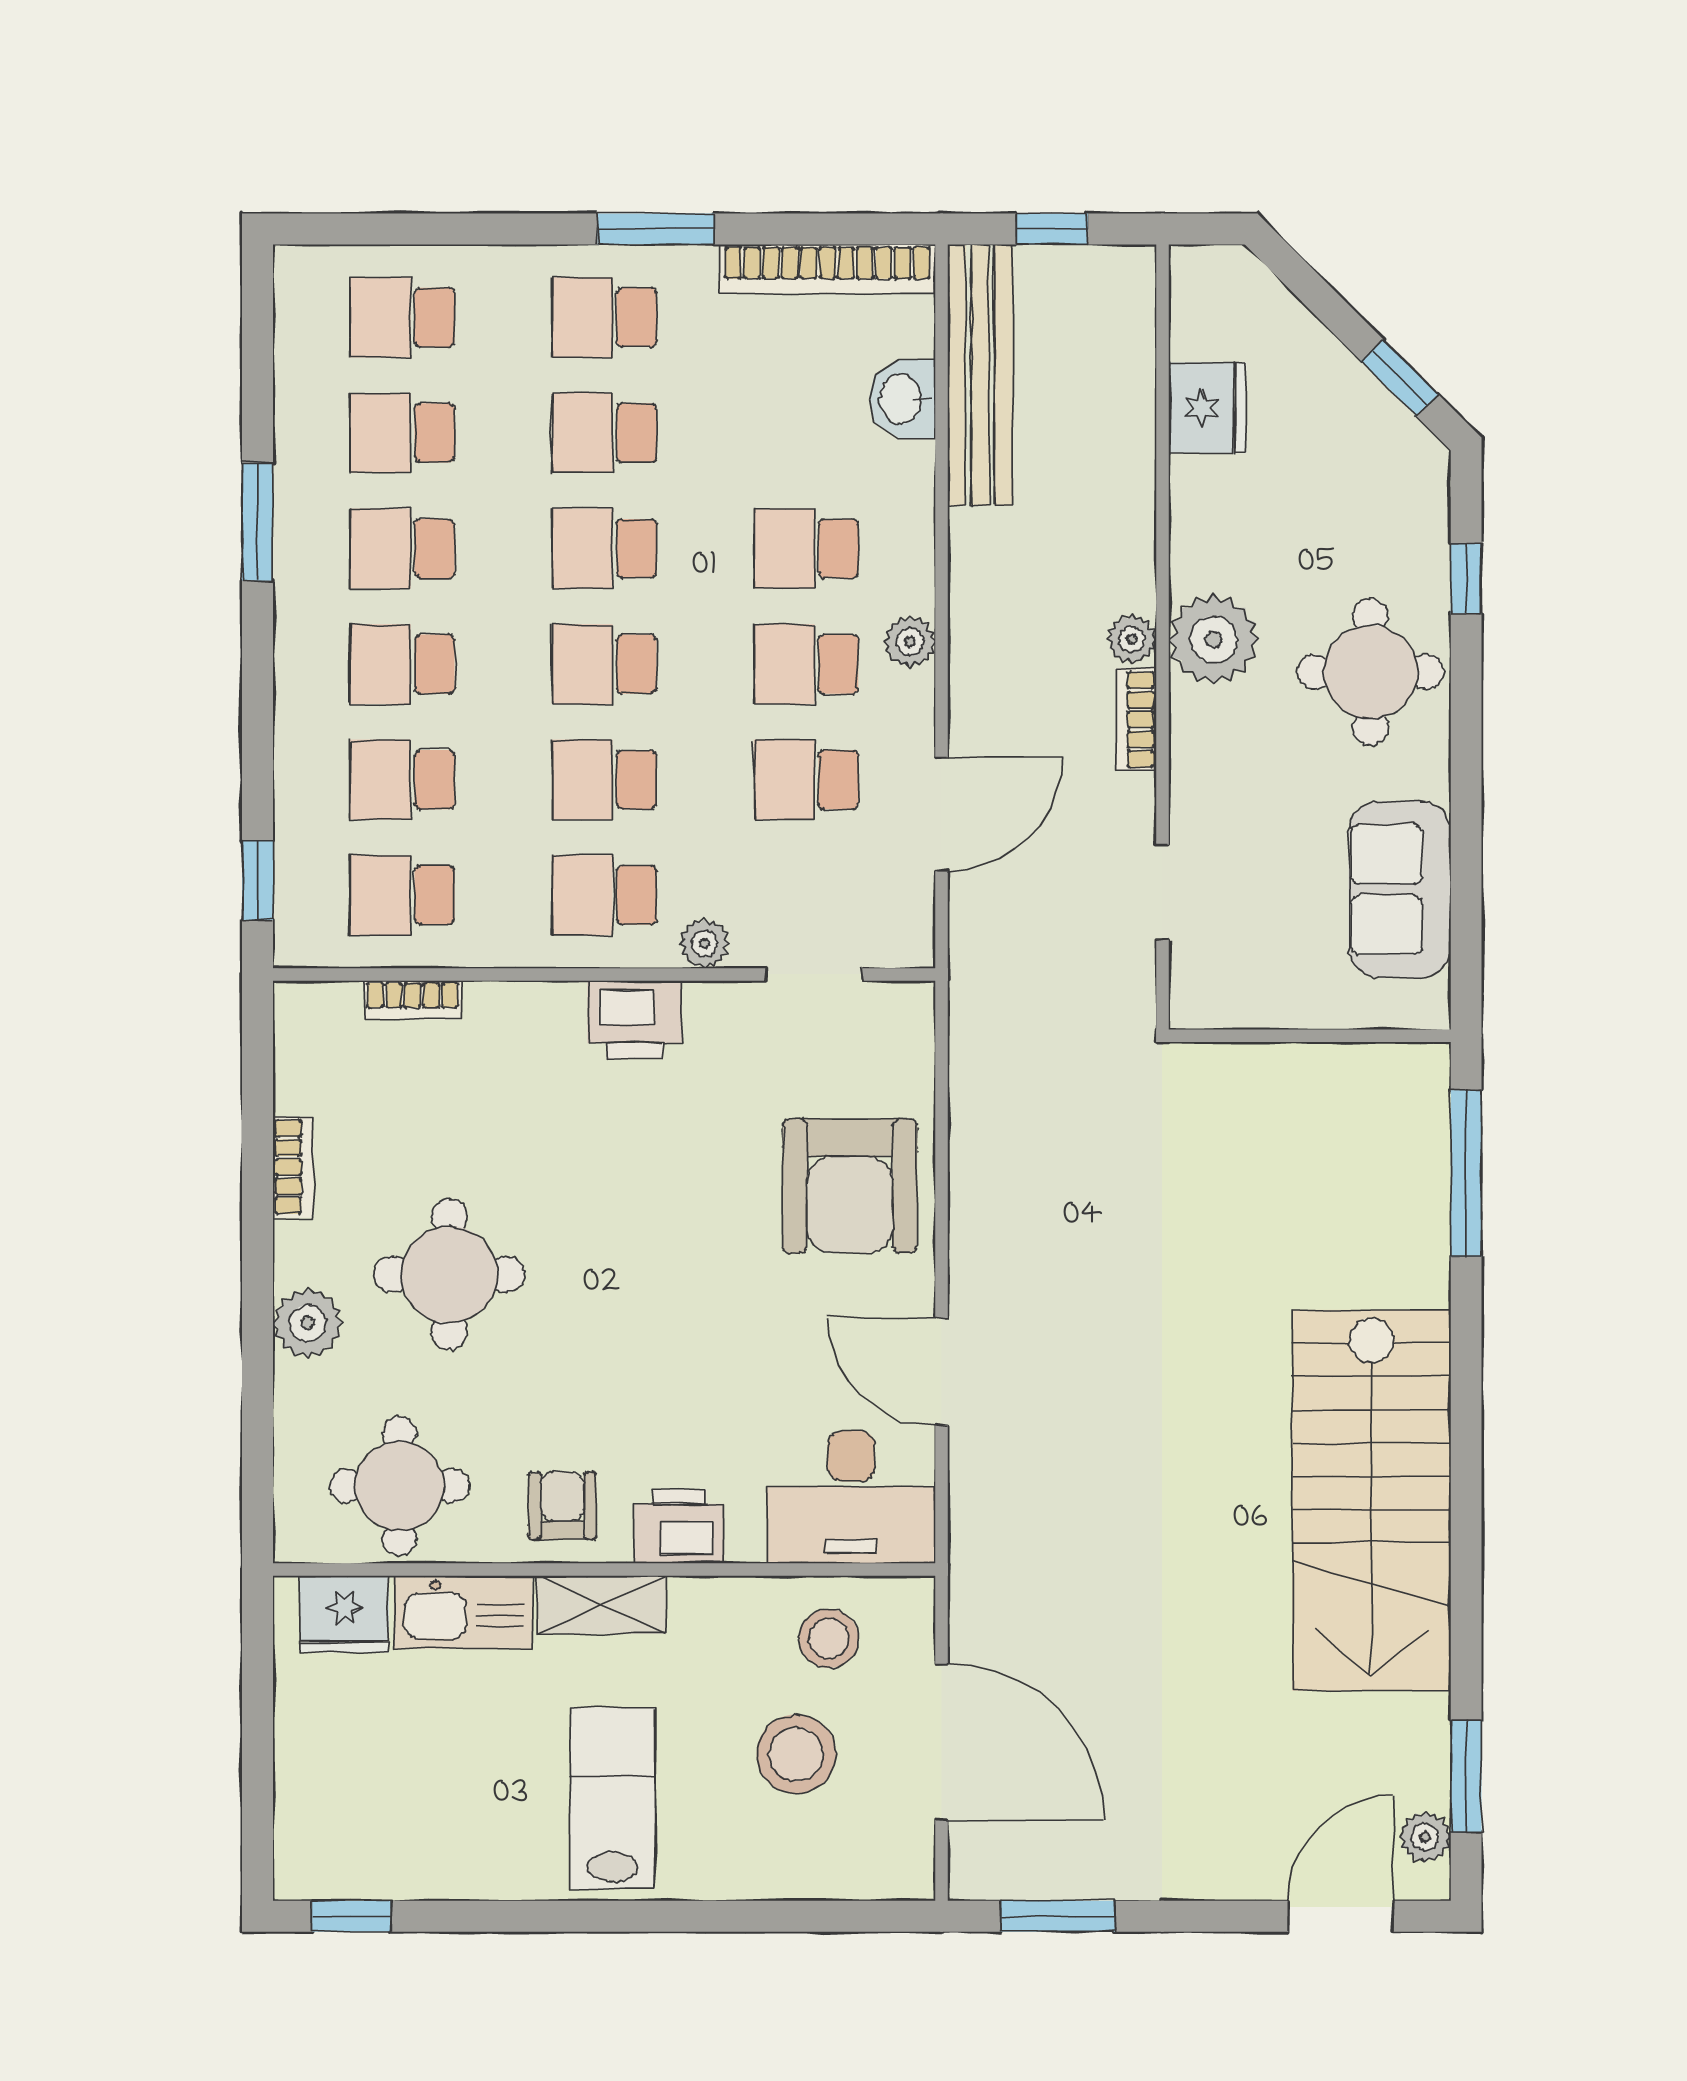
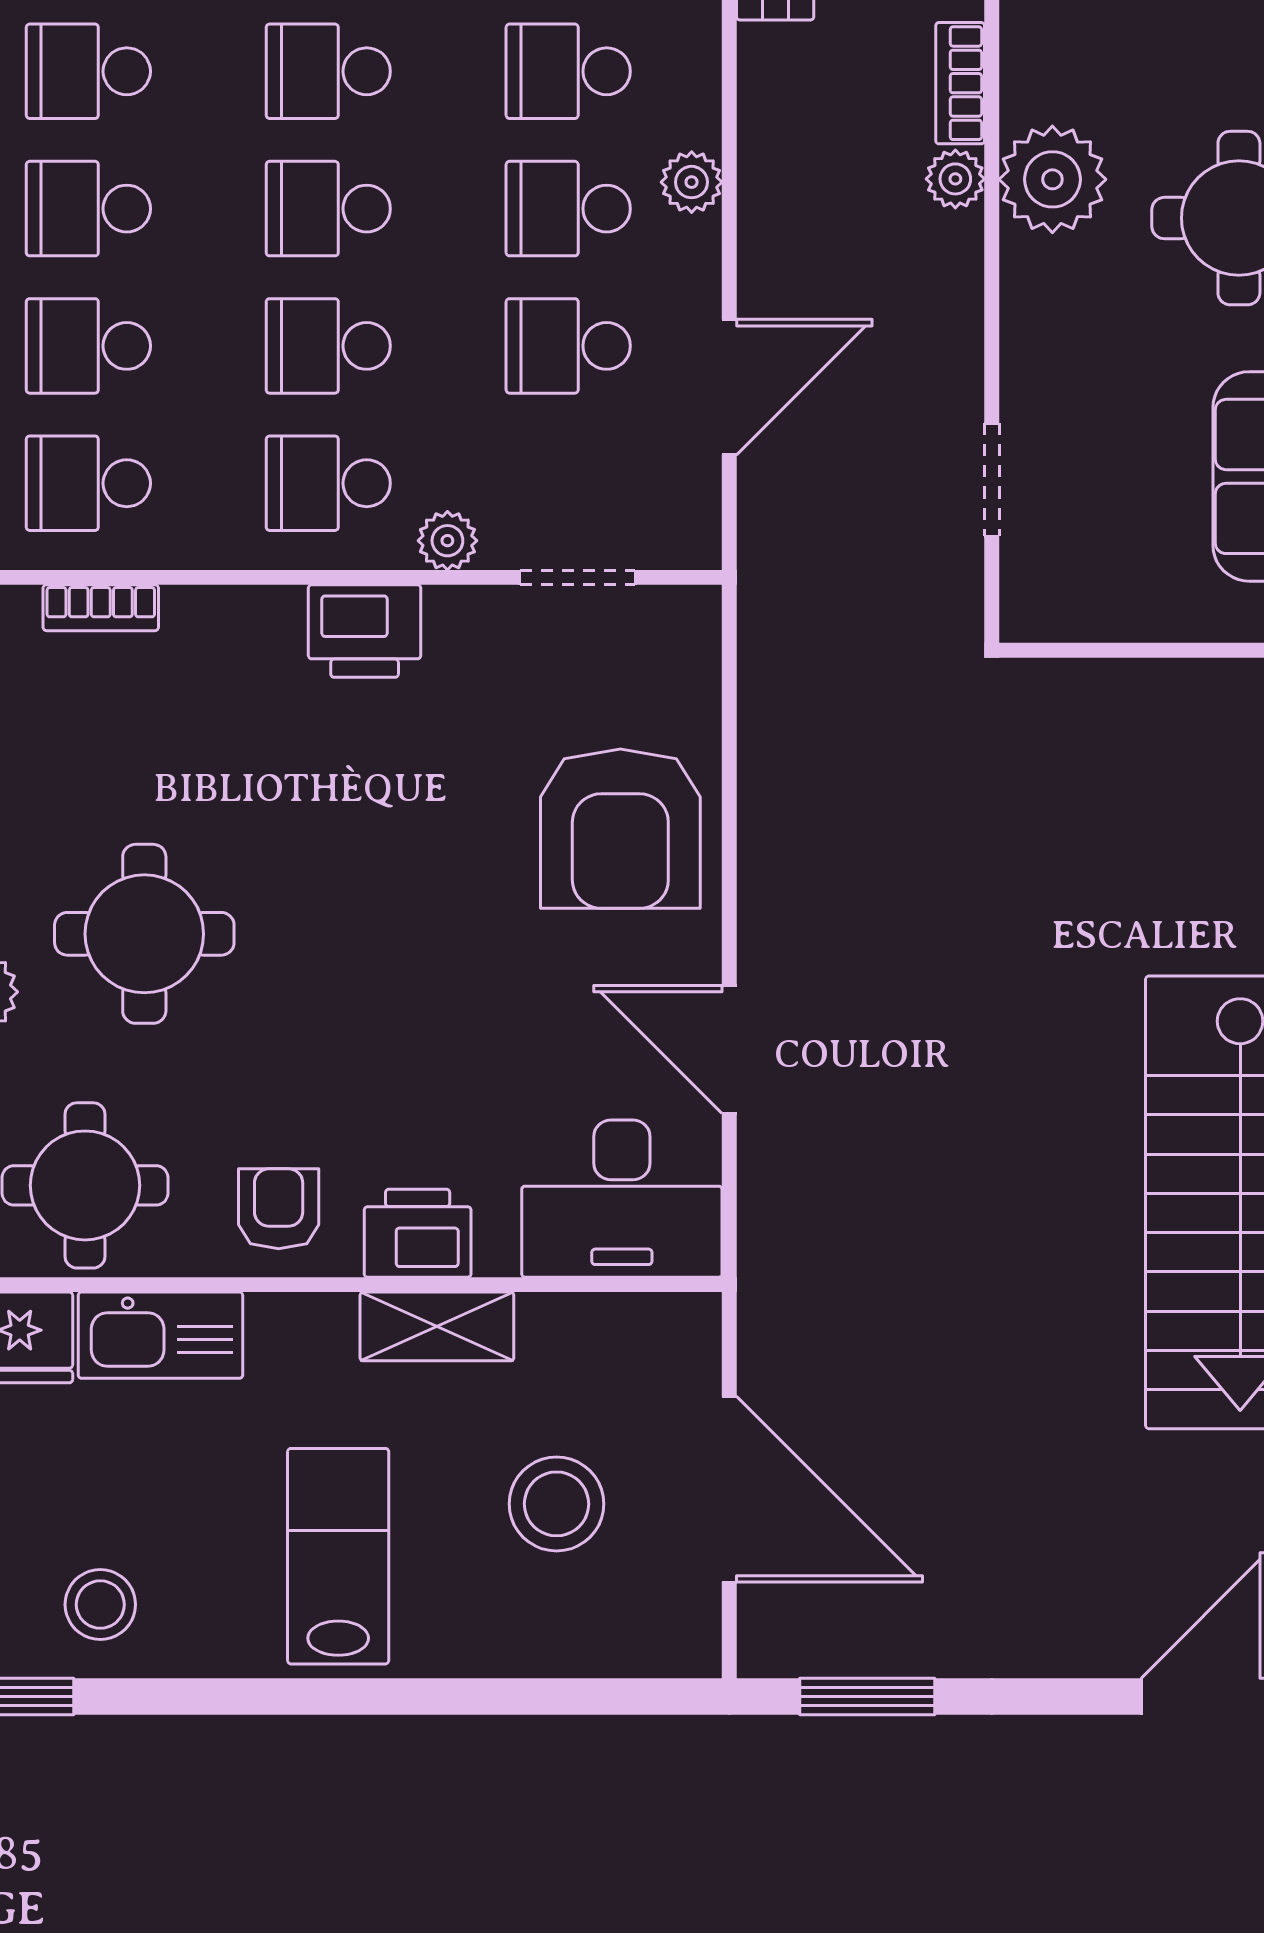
bookcase: (1136, 720) -> (960, 83), moved
shelving: (602, 1605) -> (437, 1326), moved
stool: (829, 1638) -> (100, 1605), moved

